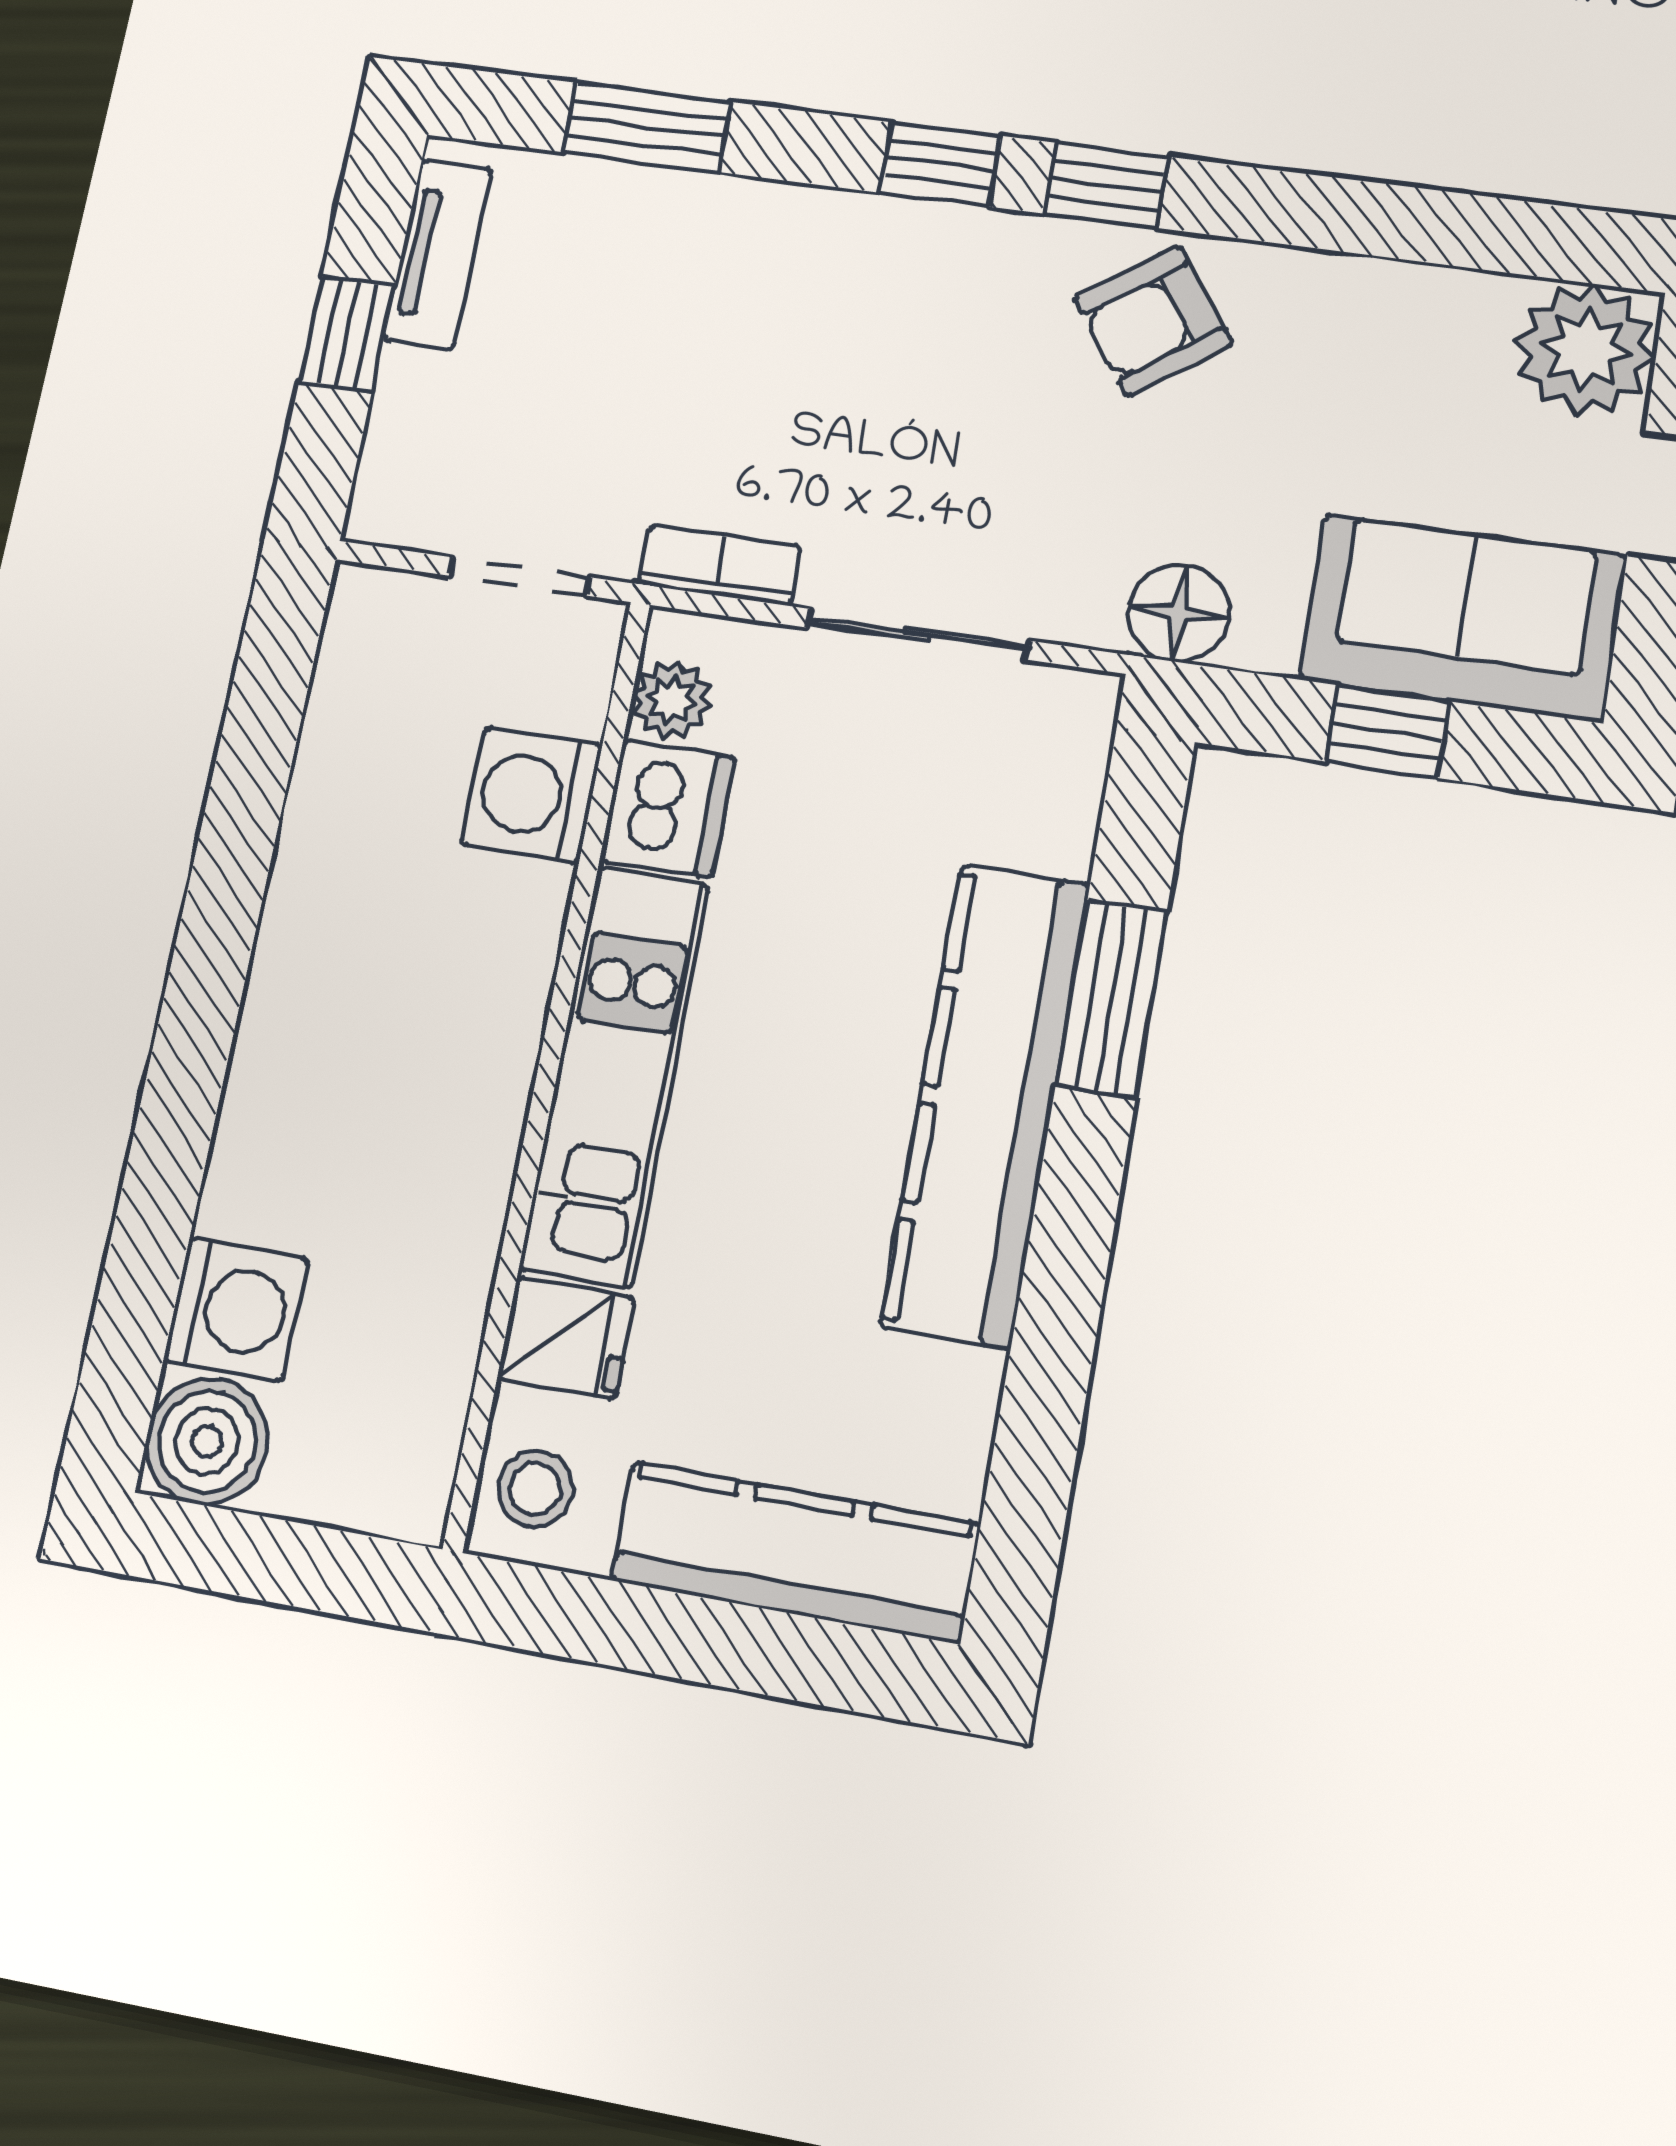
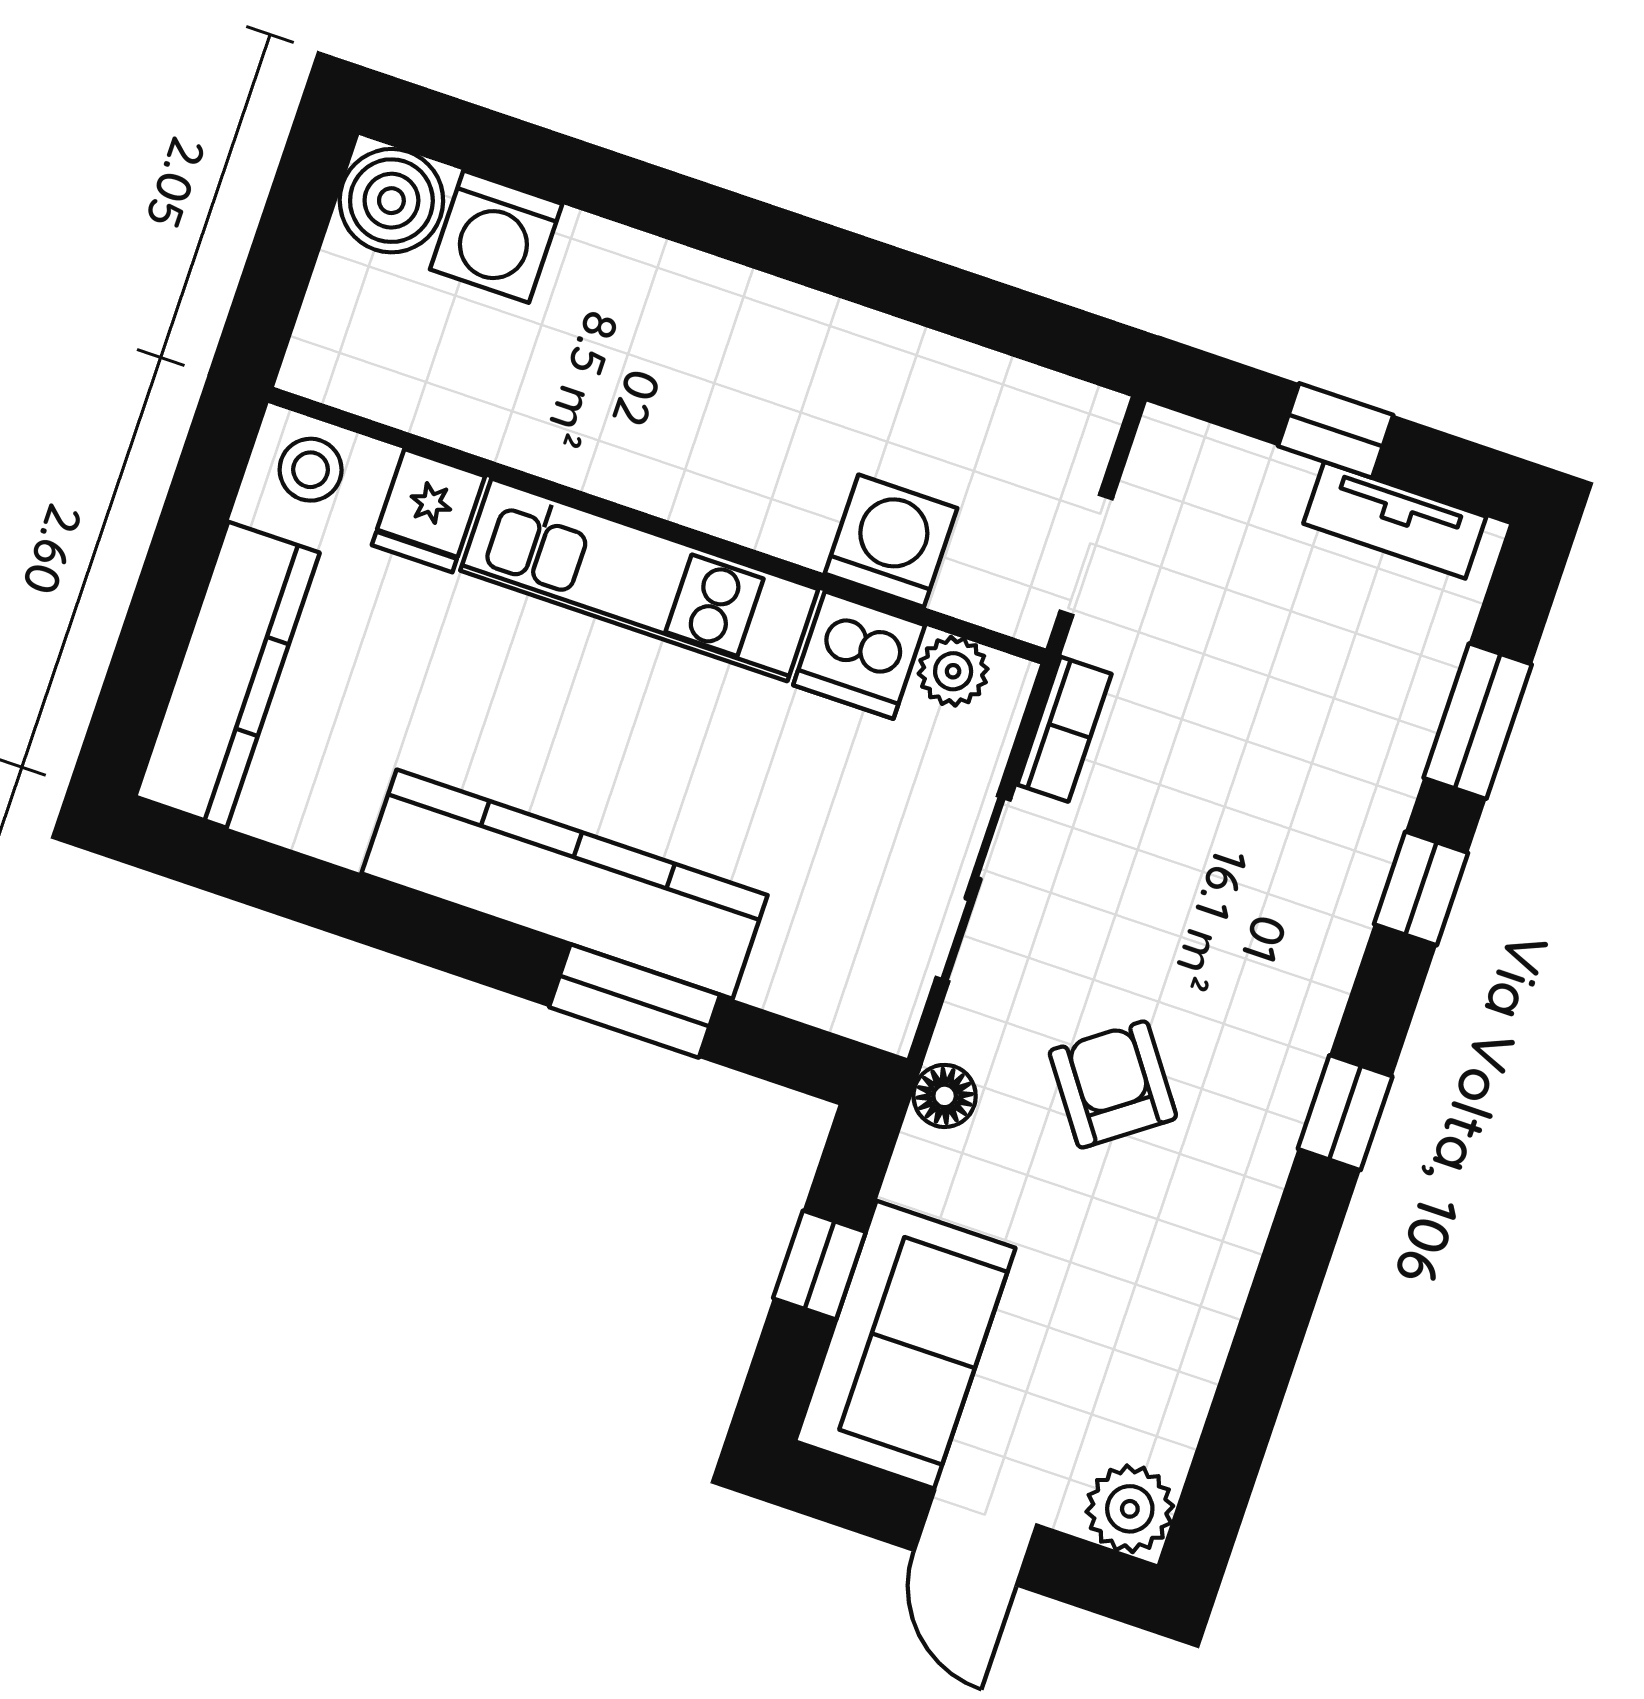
window: (940, 164) -> (1421, 888), moved
armchair: (1153, 321) -> (1113, 1084), moved
plant: (1585, 349) -> (1130, 1509), width x0.73, depth x0.73
floor lamp: (1179, 613) -> (945, 1096), width x0.73, depth x0.73

